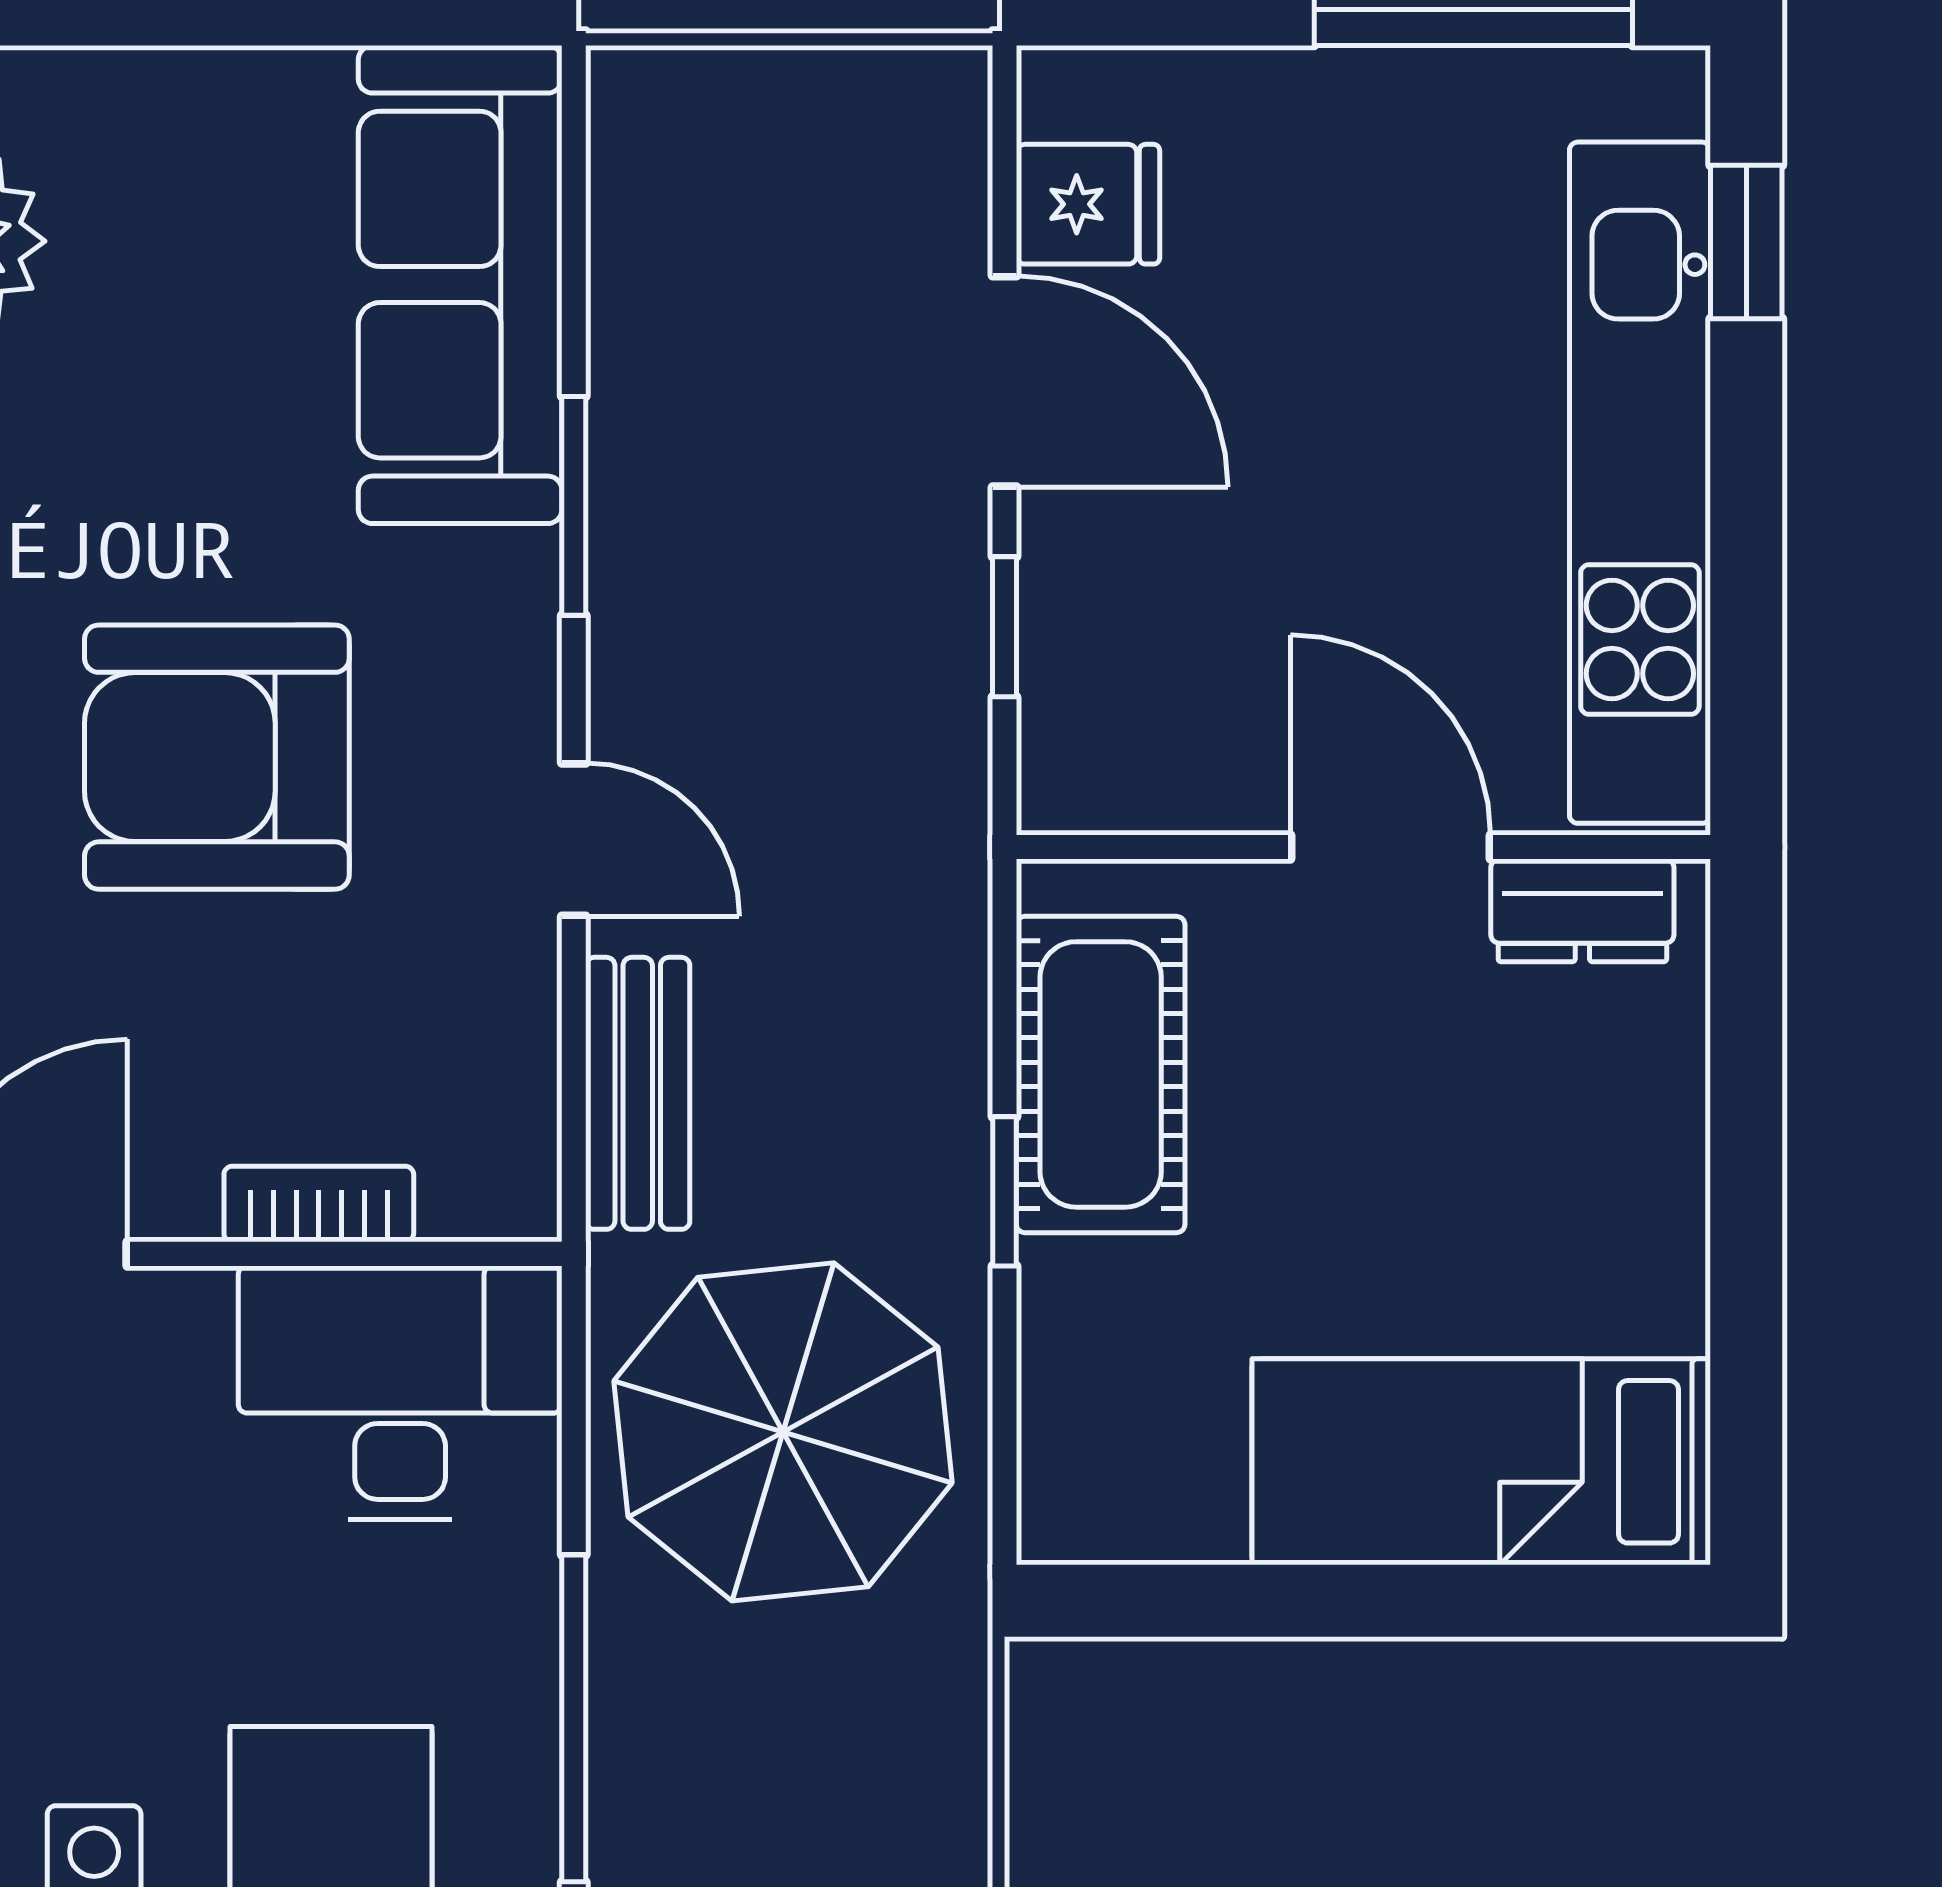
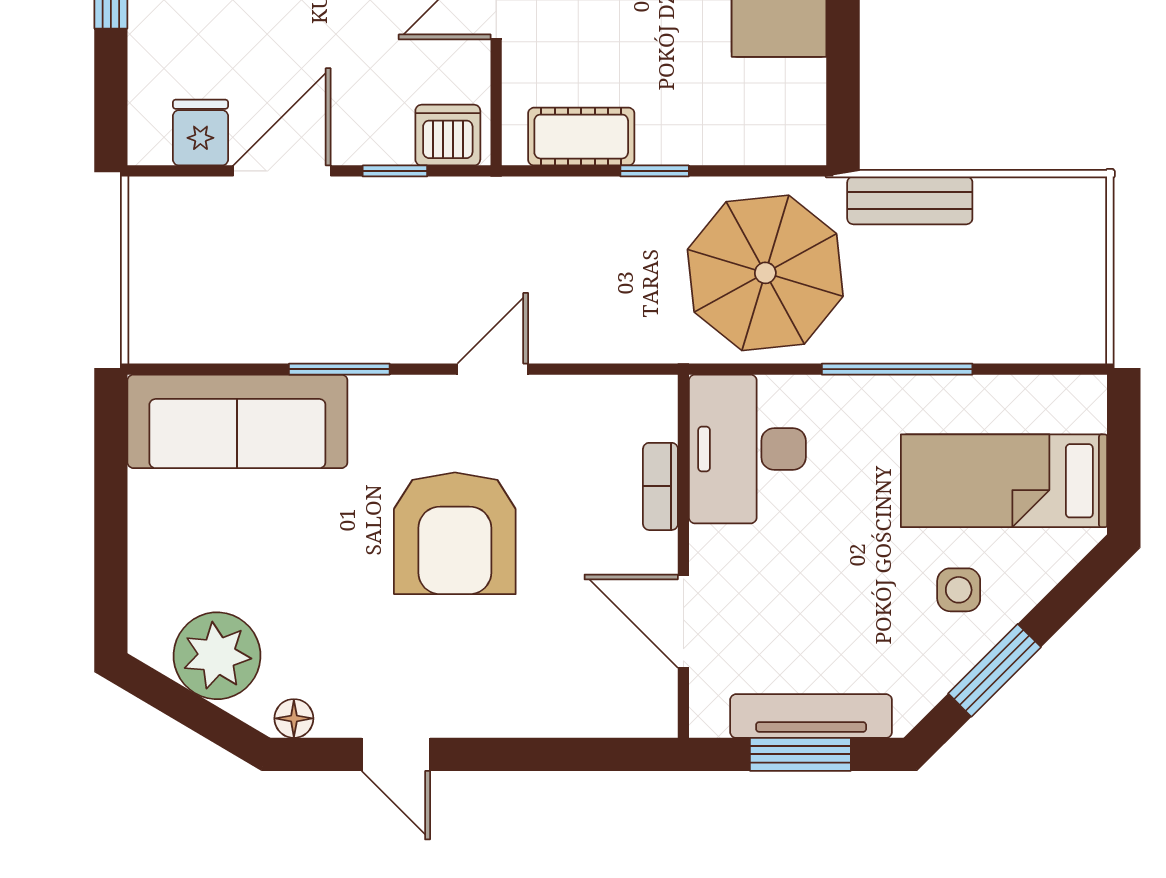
dishwasher: (1082, 742) -> (448, 135), added
cot: (1101, 1074) -> (581, 137), width x0.73, depth x0.75
bench: (638, 1093) -> (910, 200), moved

